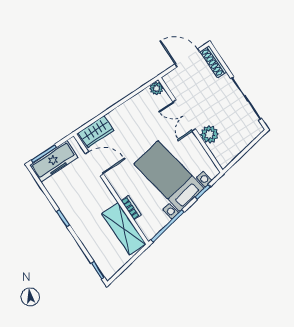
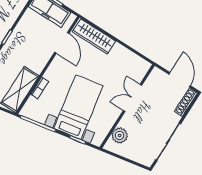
plant: (156, 88) -> (144, 66), removed
wardrobe: (96, 132) -> (94, 36), width x1.50
plant: (209, 134) -> (120, 135), moved

